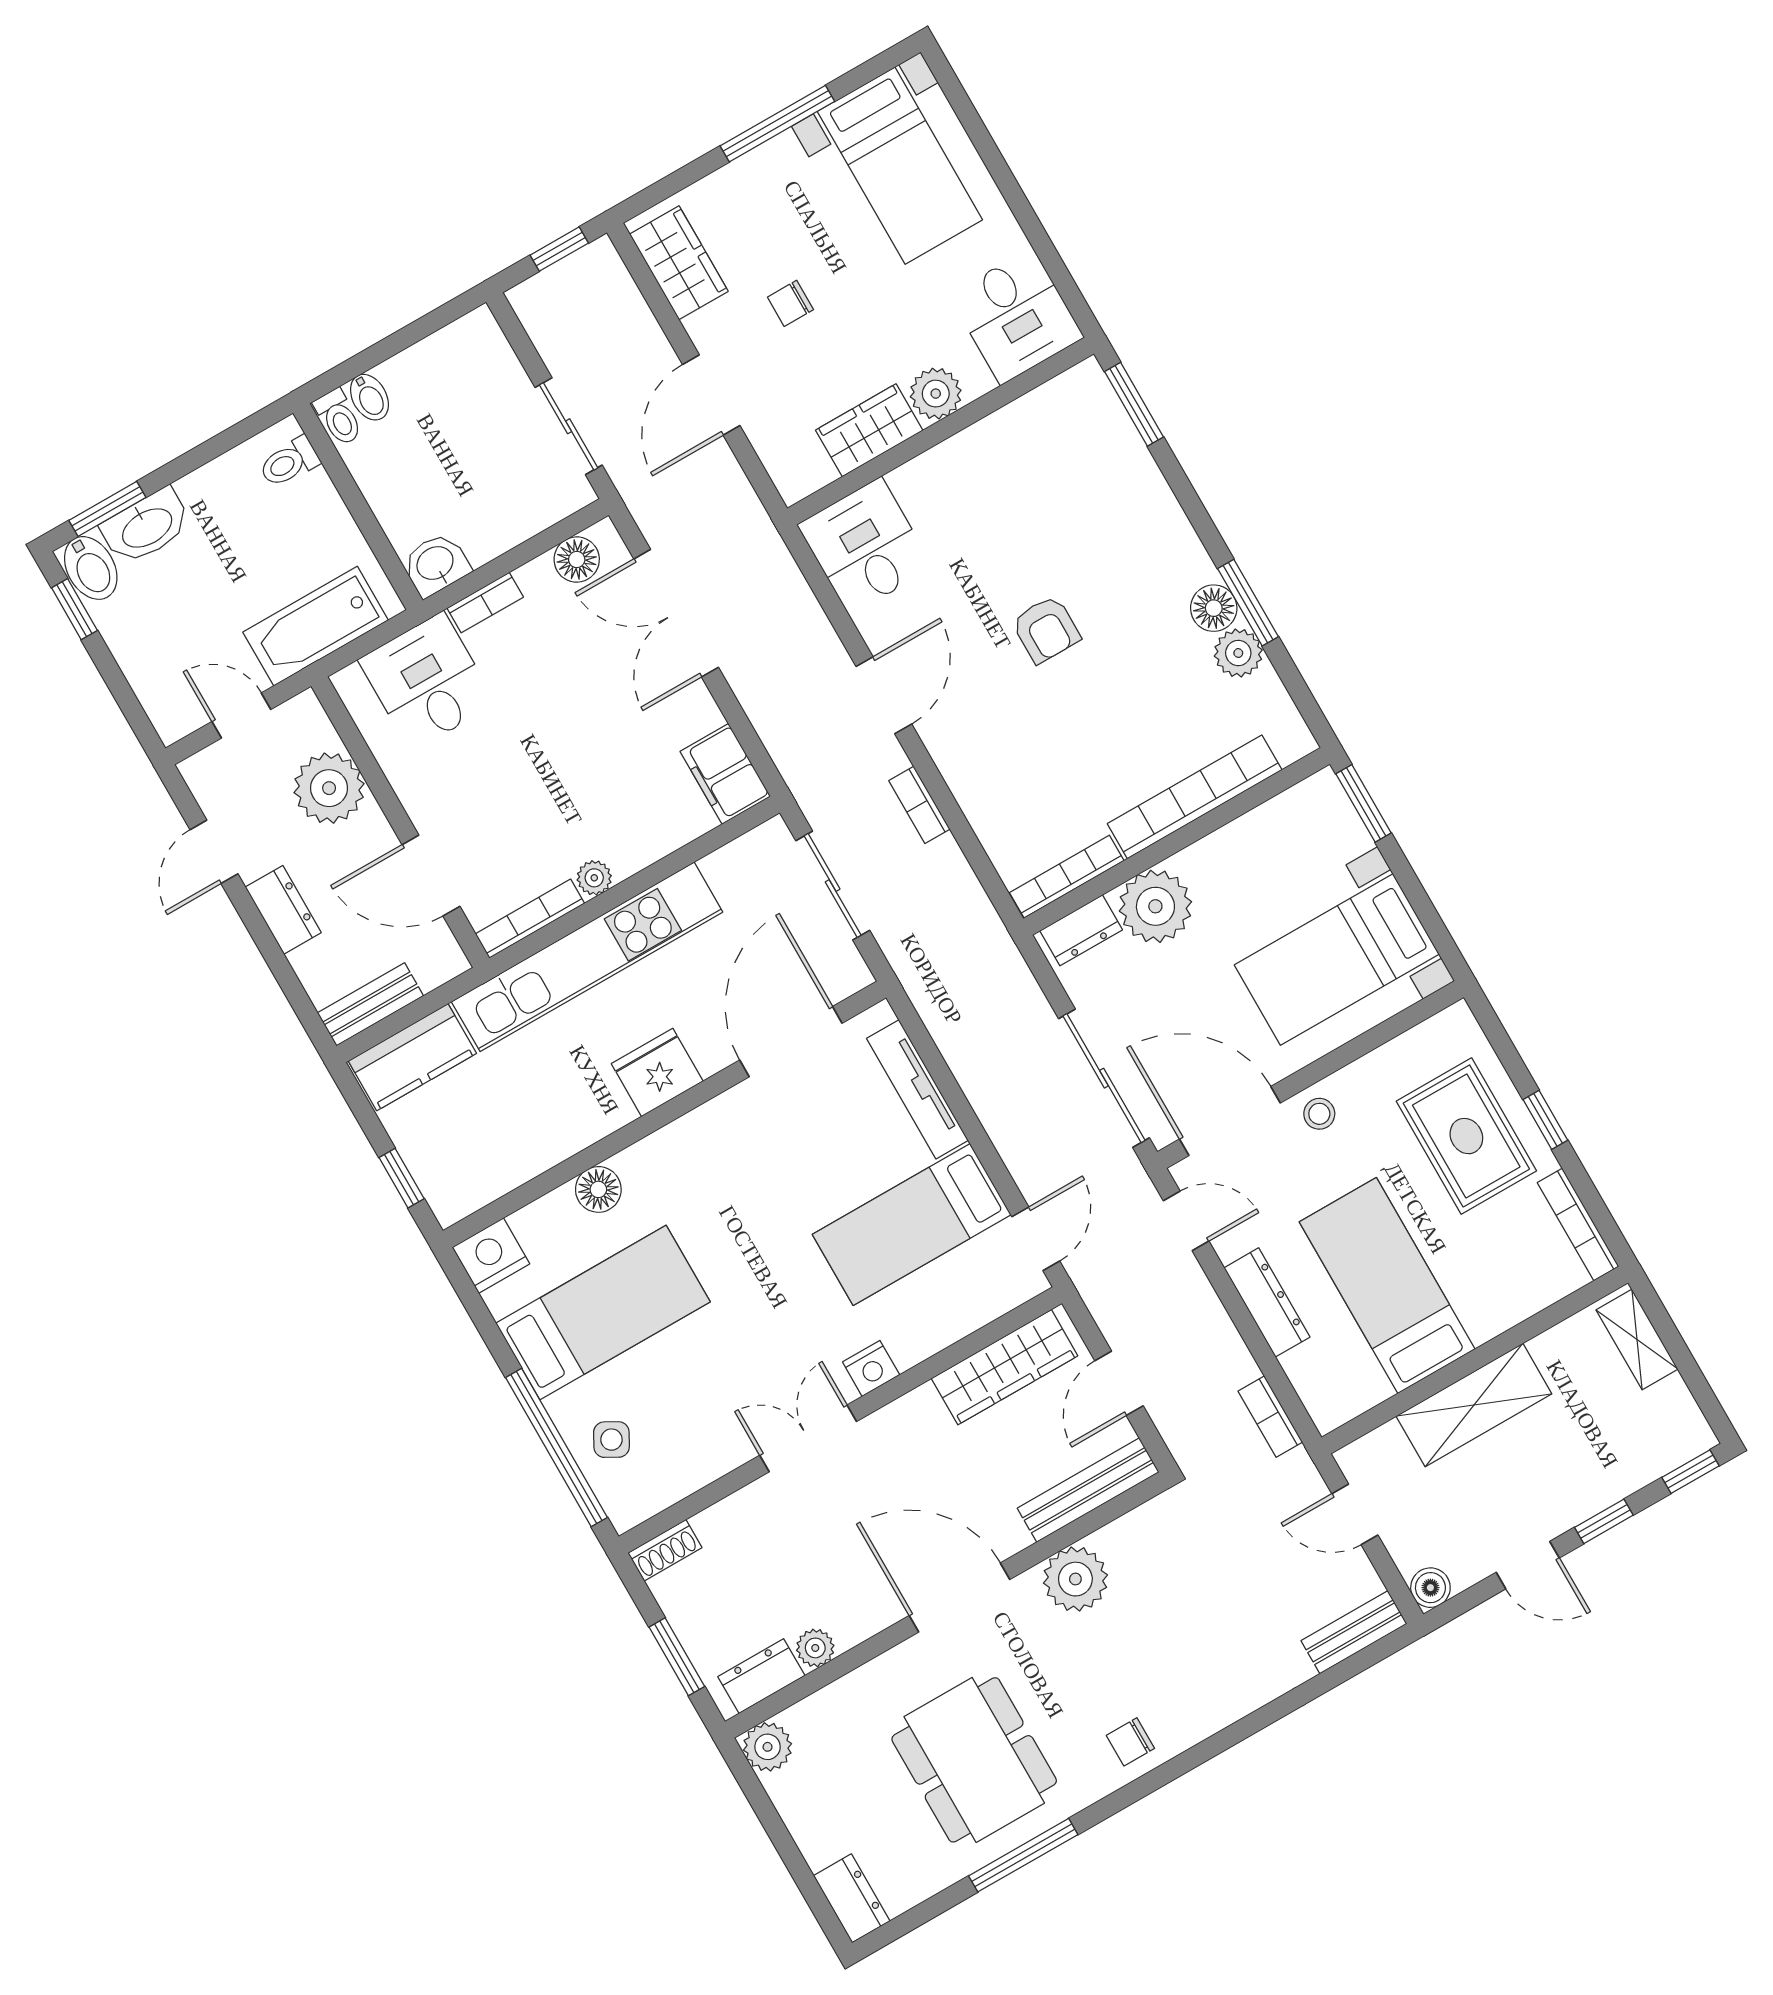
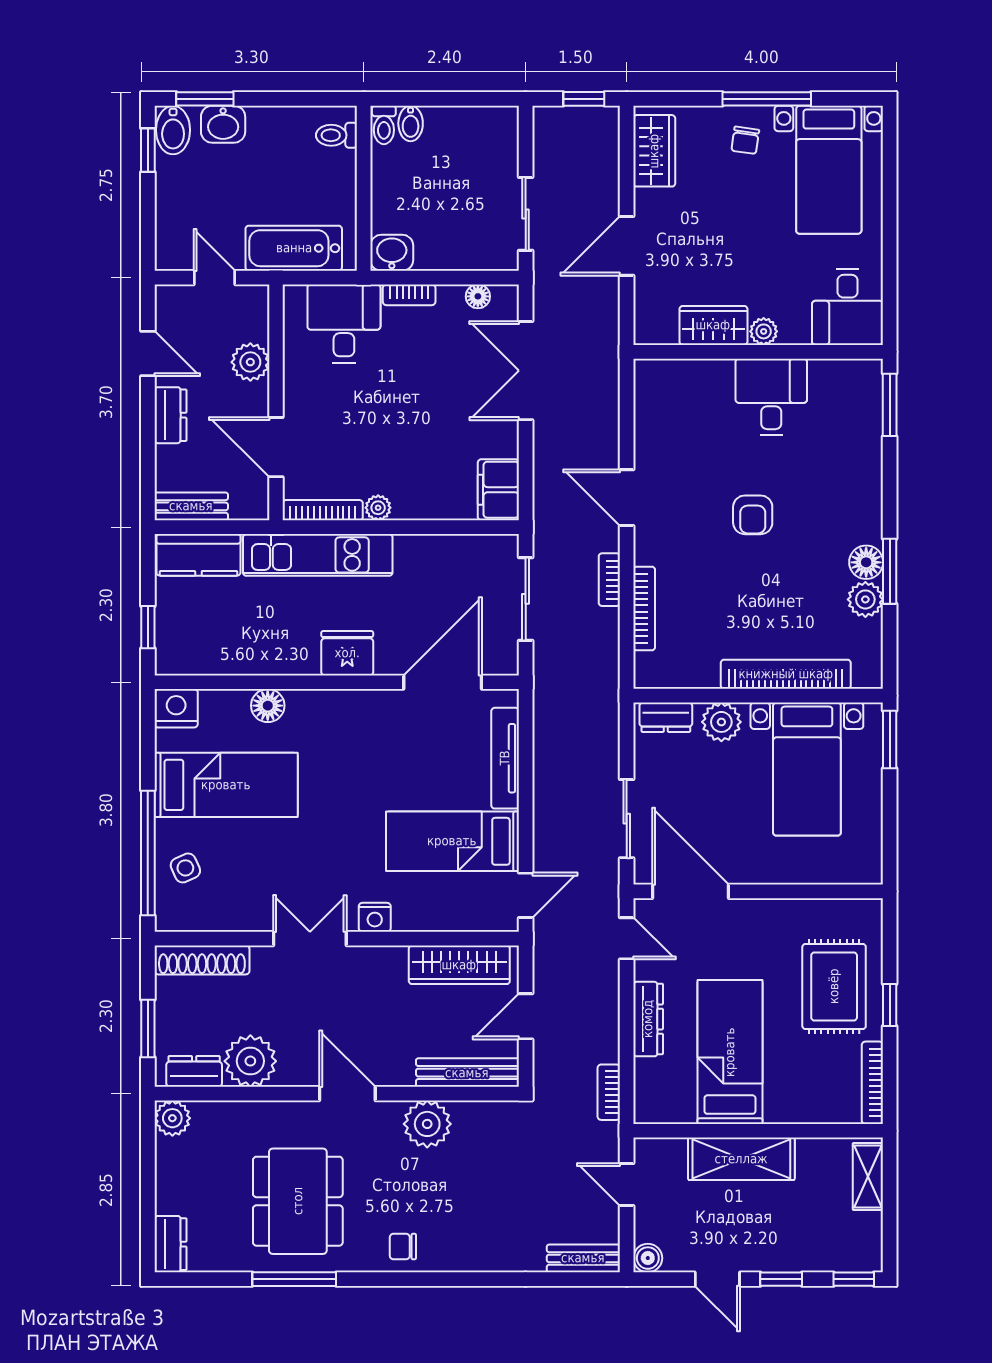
chair: (790, 303) -> (745, 140), moved, turned -82
plant: (936, 394) -> (764, 331), width x0.73, depth x0.73
washbasin: (146, 527) -> (223, 124), width x0.72
desk: (865, 546) -> (771, 397), moved
floor lamp: (577, 559) -> (478, 296), width x0.73, depth x0.73
door: (884, 695) -> (627, 498), swing flipped
plant: (329, 788) -> (250, 362), width x0.73, depth x0.73
door: (214, 852) -> (148, 354), swing flipped
bookcase: (1067, 877) -> (644, 608), moved, turned 90
plant: (1155, 906) -> (721, 722), width x0.73, depth x0.73
kitchen unit: (587, 957) -> (318, 555), width x0.73
bed with nightstands: (1337, 960) -> (807, 769), moved, turned -90
sliding door: (1104, 1078) -> (627, 819), width x0.73
stool: (1319, 1114) -> (749, 919), removed
side table: (611, 1440) -> (185, 868), turned 37
shoe rack: (665, 1550) -> (202, 960), width x1.94, depth x1.24
door: (960, 1598) -> (347, 1094), width x0.73
plant: (815, 1648) -> (250, 1061), width x1.87, depth x1.87

